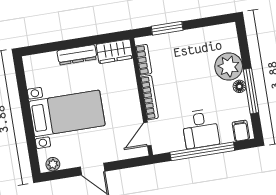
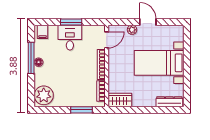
dresser: (77, 55) -> (169, 102), moved
plant: (229, 66) -> (44, 95), moved
window: (202, 151) -> (71, 22), width x0.47
plant: (53, 164) -> (132, 30), moved

